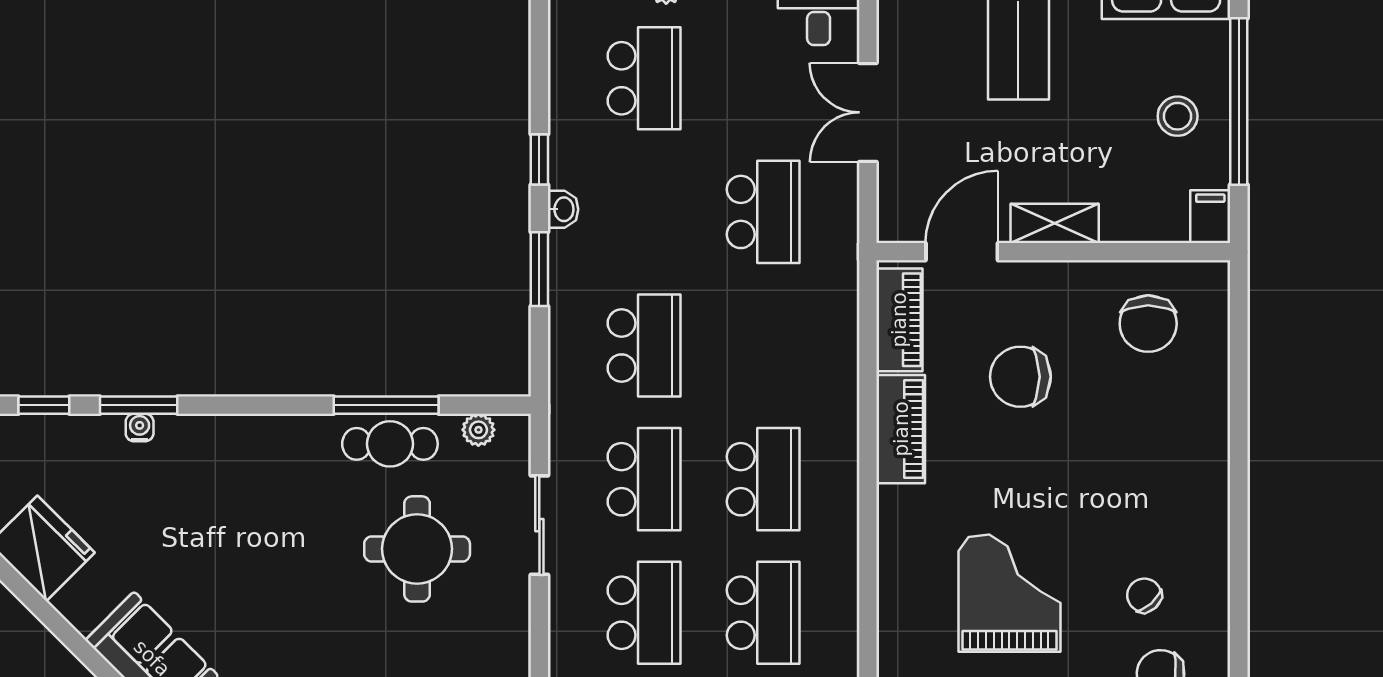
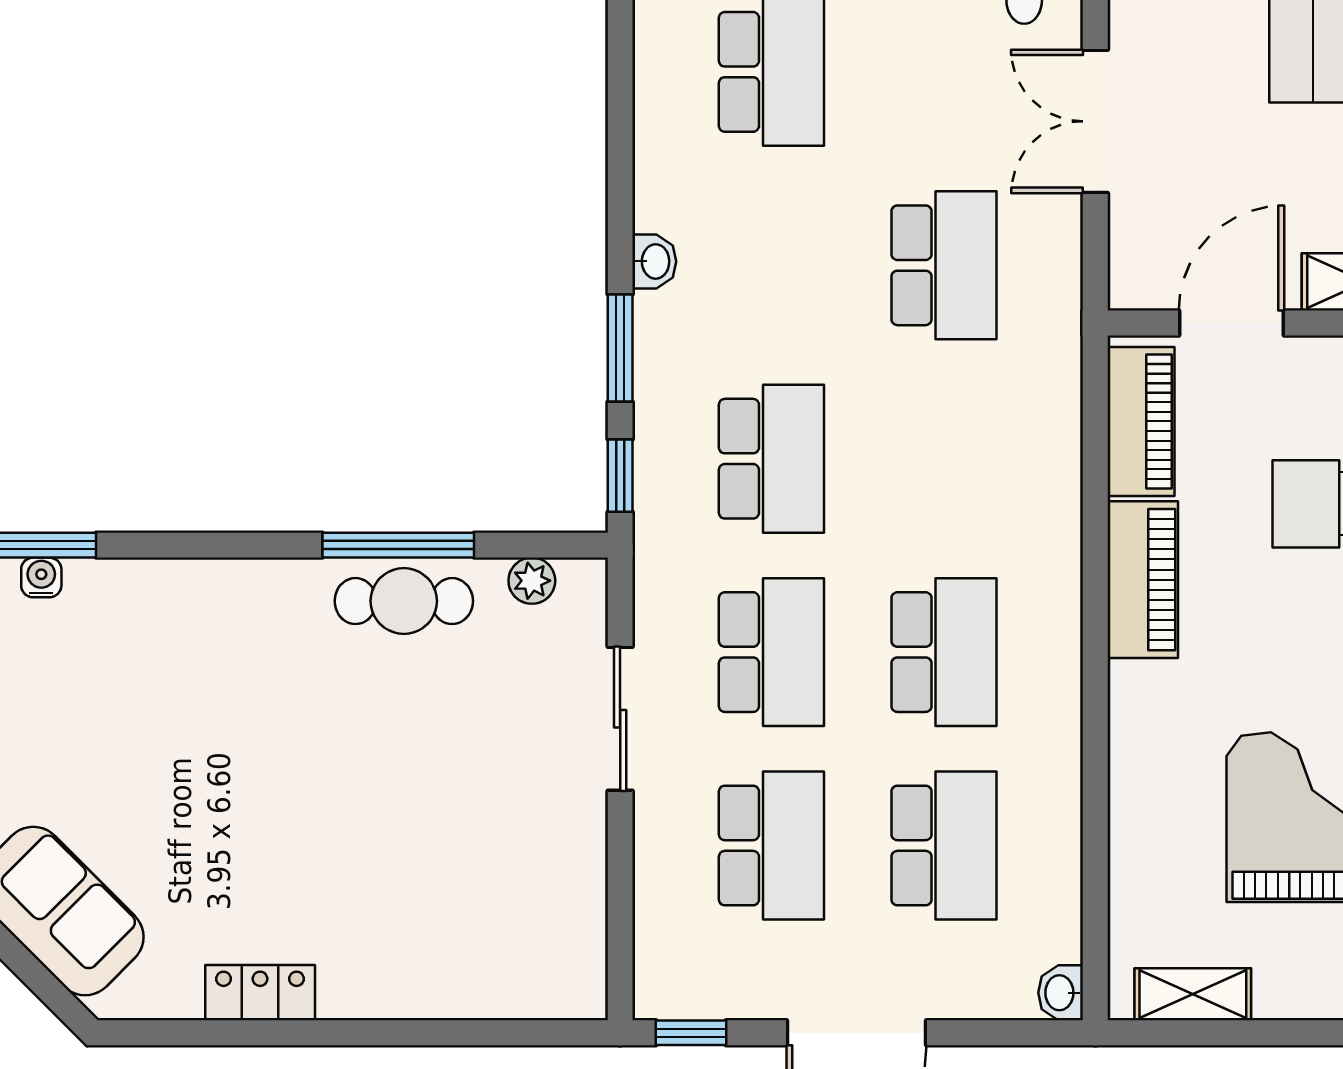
window: (539, 159) -> (620, 476), moved
round table: (417, 549) -> (443, 753), removed

